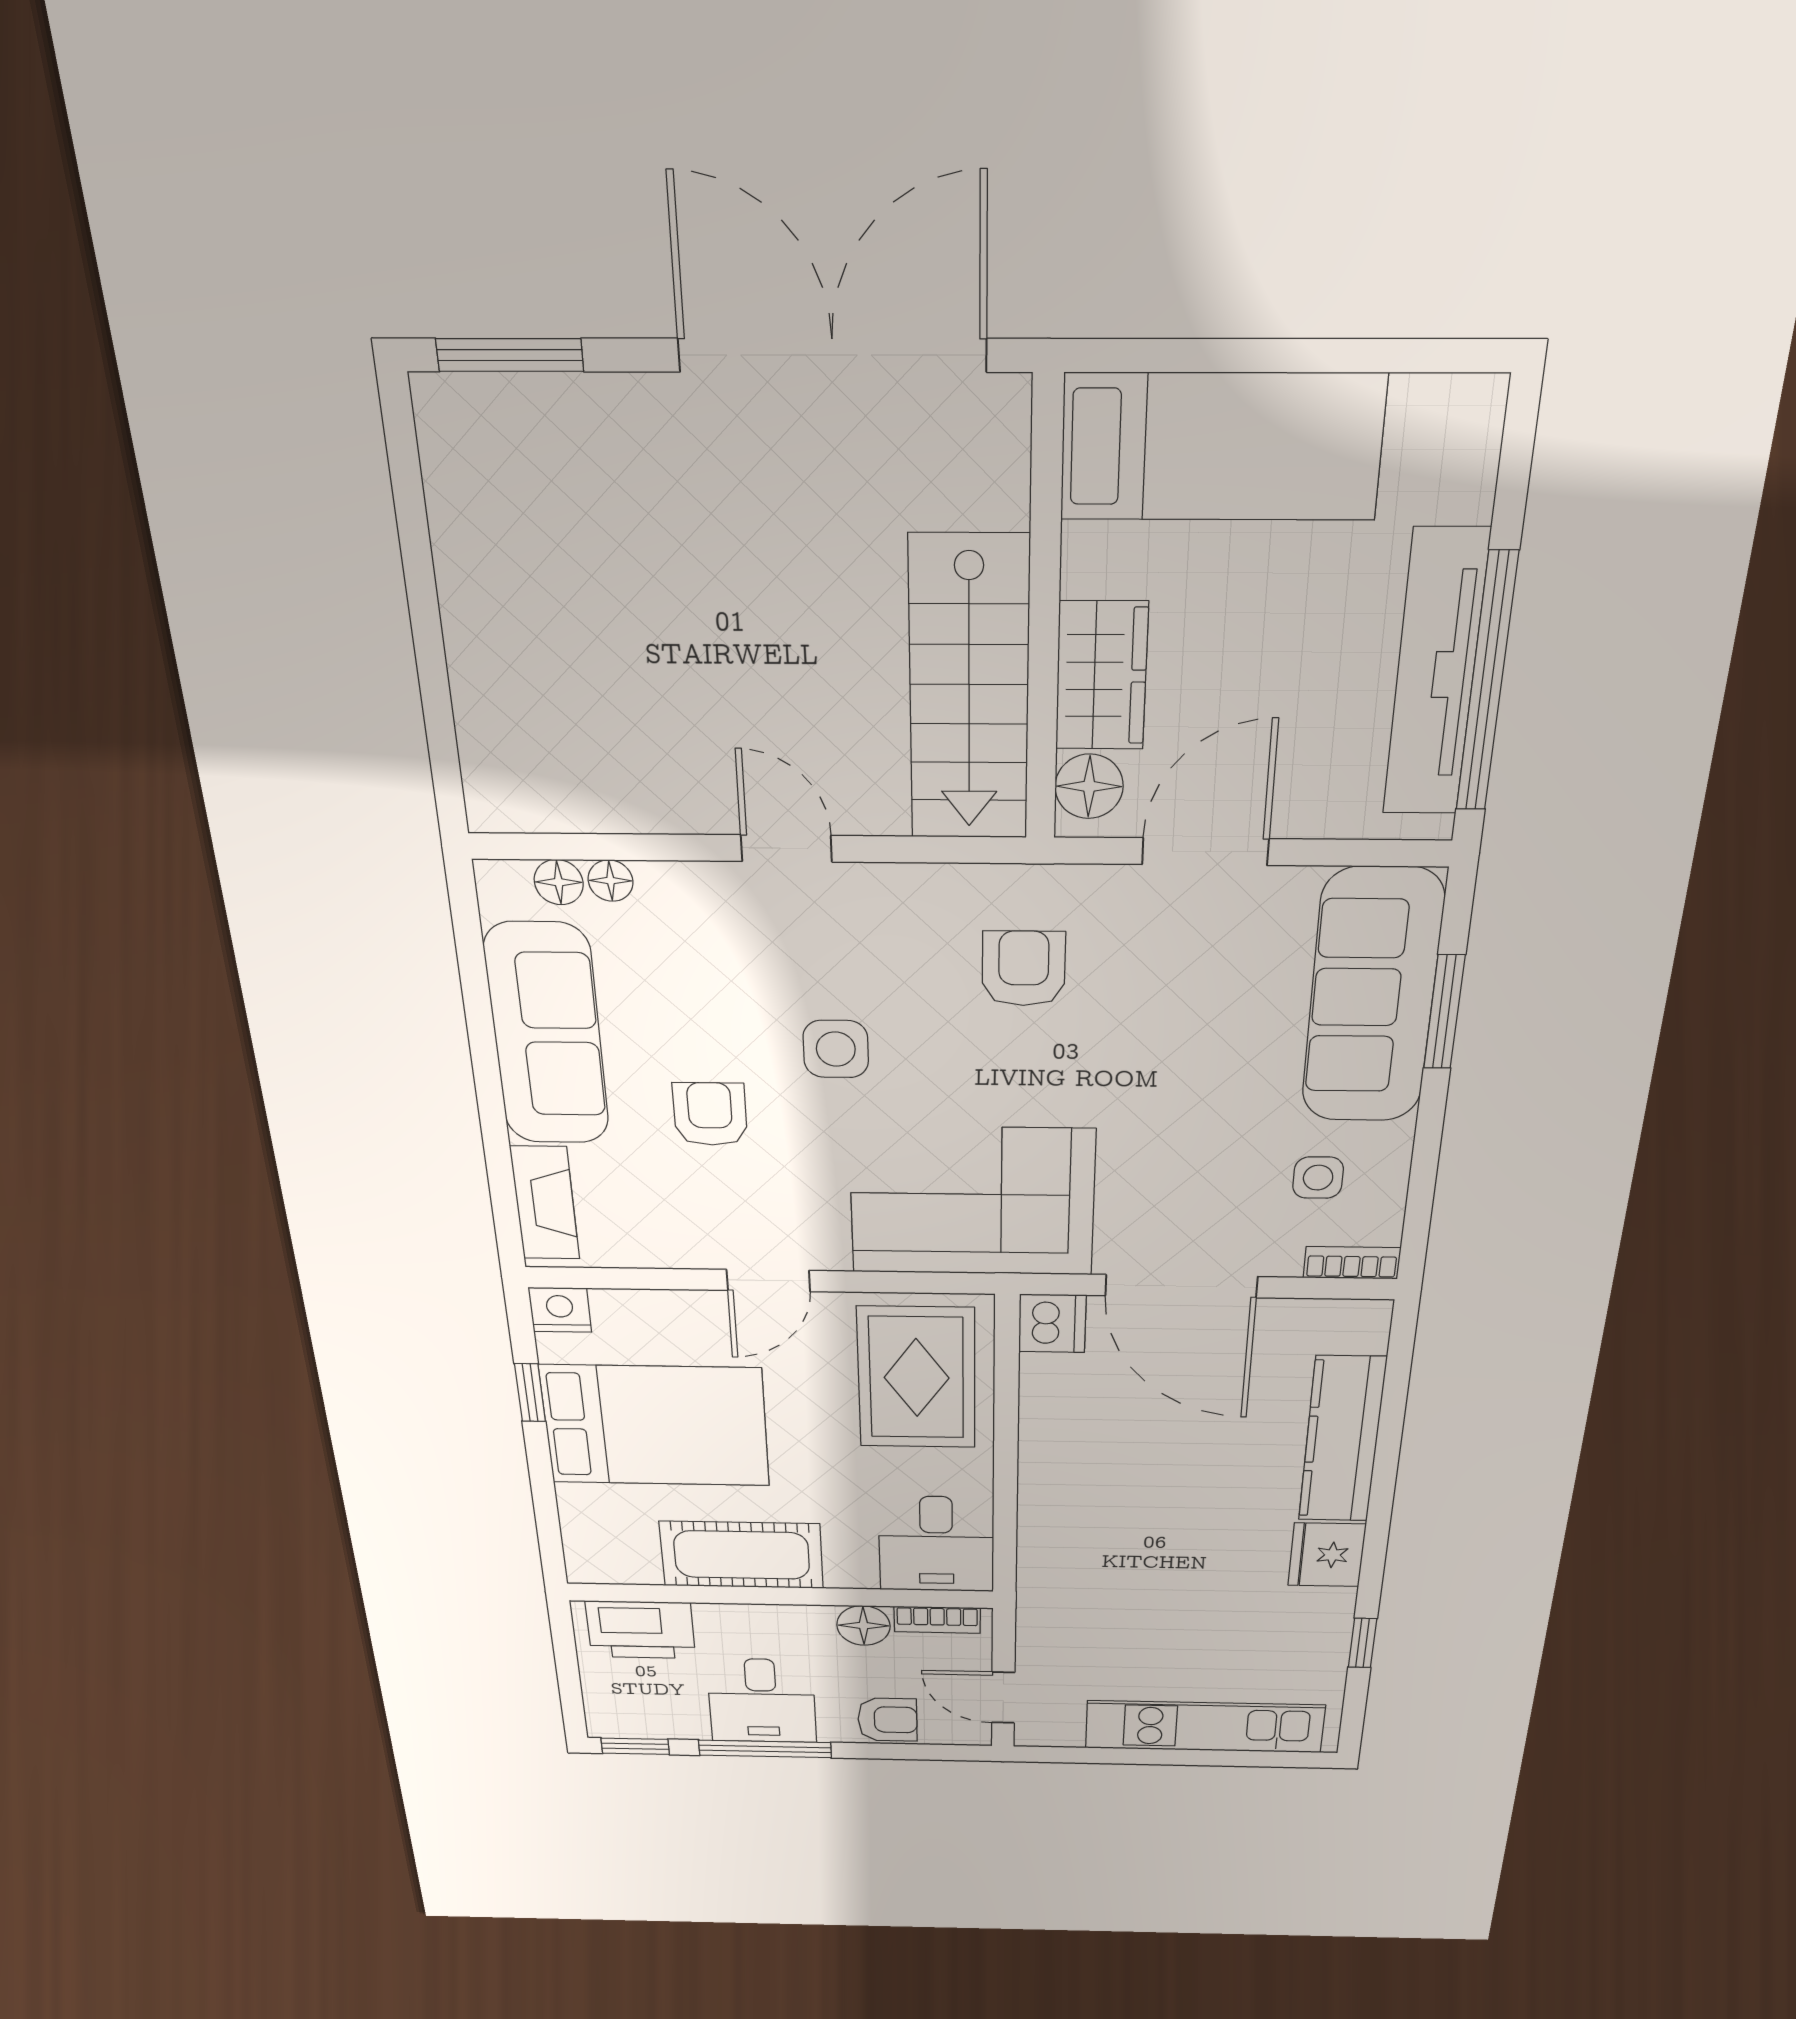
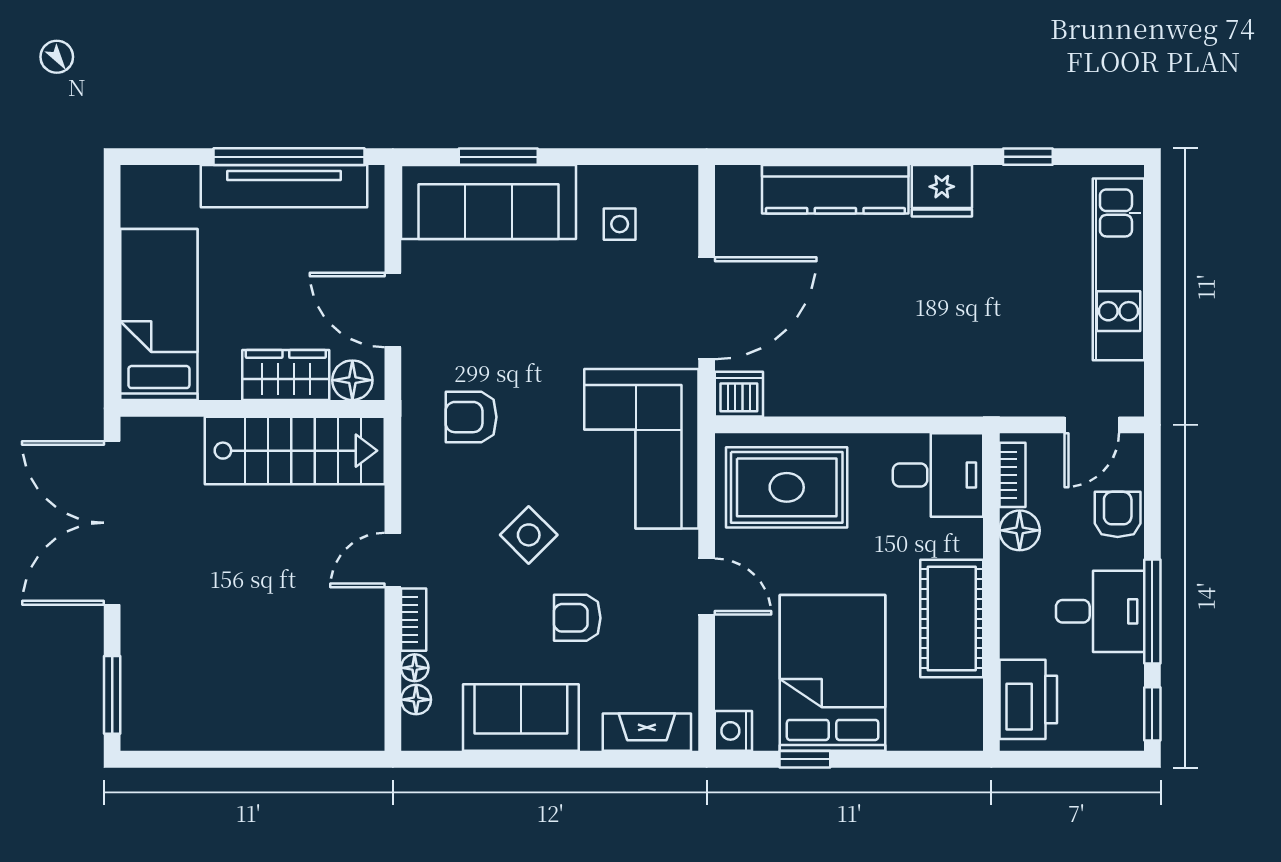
sofa: (547, 1035) -> (521, 718), width x0.73
side table: (836, 1049) -> (529, 535), turned 45
bookcase: (1352, 1263) -> (414, 620), moved, turned 180

